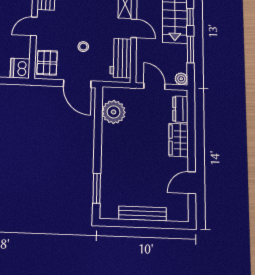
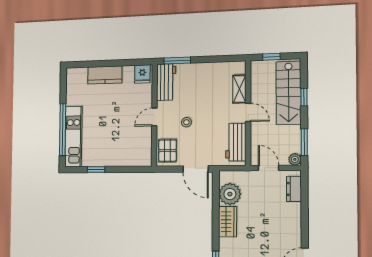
stool: (83, 47) -> (186, 122), moved
window: (190, 49) -> (304, 142), moved
dishwasher: (20, 68) -> (143, 157), removed
wardrobe: (179, 140) -> (228, 222), moved, turned 180

